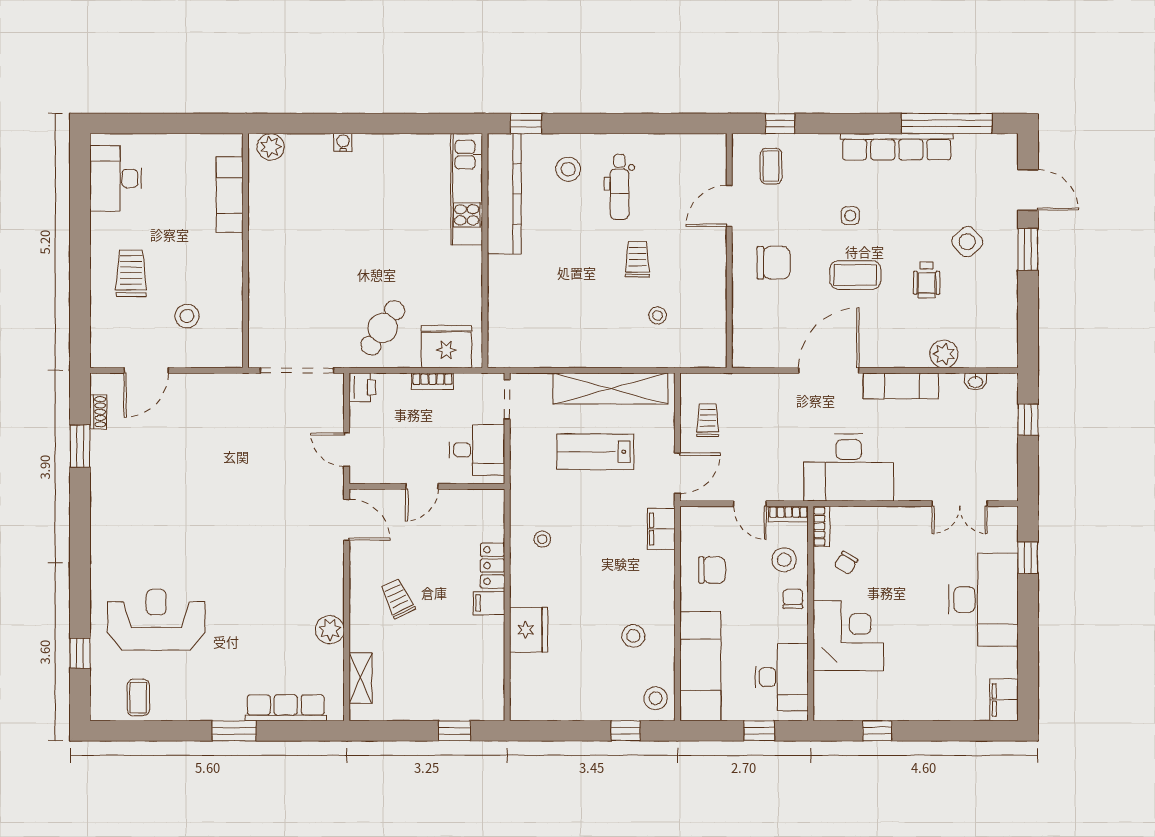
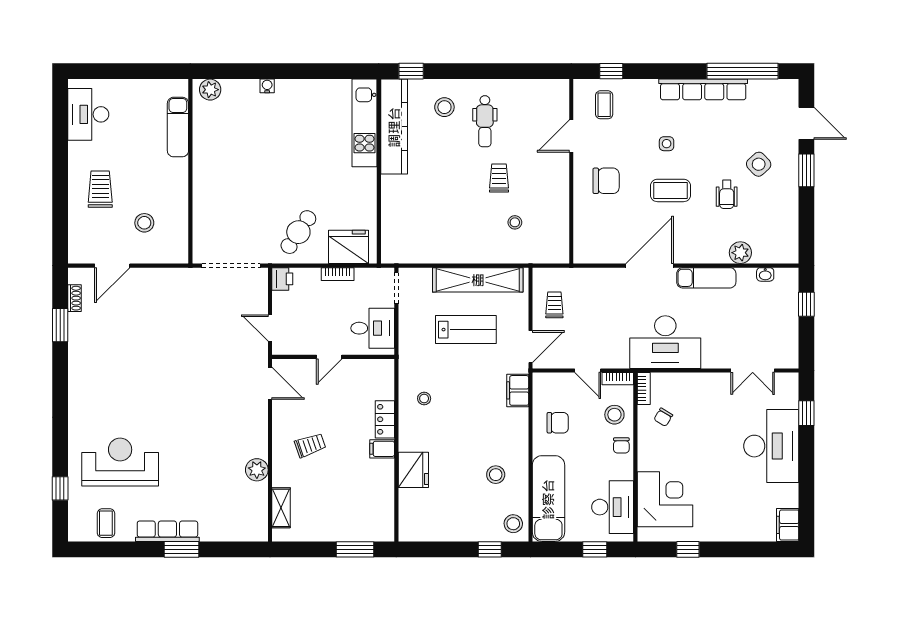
lab bench: (595, 452) -> (466, 330), turned 180
trolley: (398, 598) -> (310, 445), turned 97
chair: (793, 599) -> (621, 445), turned 180
corner desk: (848, 636) -> (665, 499), moved
row of seats: (286, 708) -> (167, 531), moved
window: (455, 731) -> (355, 549), width x1.50

